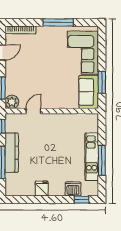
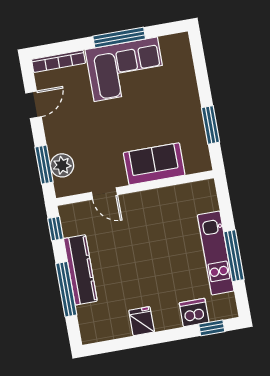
corner sofa: (83, 53) -> (126, 69), moved, turned -90
sofa: (89, 92) -> (154, 164), moved, turned 90
plant: (12, 102) -> (62, 165), moved
door: (33, 111) -> (104, 194), swing flipped

